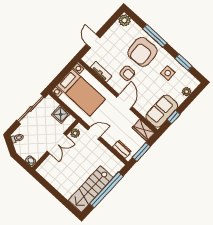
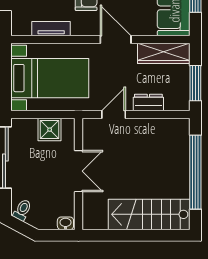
wardrobe: (143, 130) -> (164, 53), width x1.50
plant: (75, 133) -> (90, 136), removed
dresser: (122, 149) -> (148, 102), moved
stairs: (91, 189) -> (149, 214), moved, turned 90

